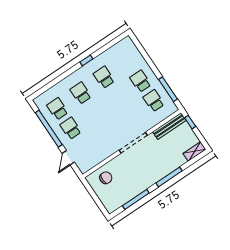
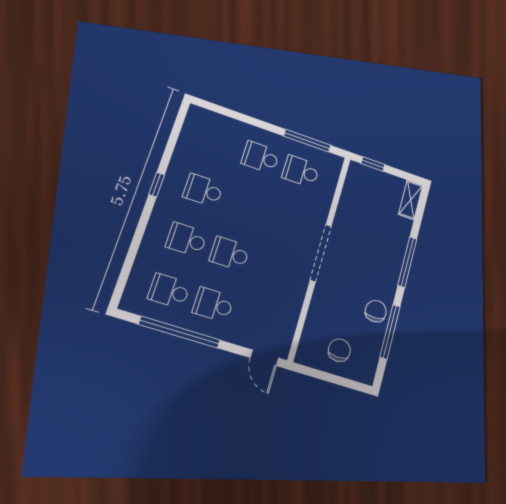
school desk: (94, 113) -> (230, 254), added
bench: (169, 126) -> (350, 190), removed
door: (68, 158) -> (264, 358), moved
chair: (106, 178) -> (339, 350), moved
chair: (137, 186) -> (376, 311), added

